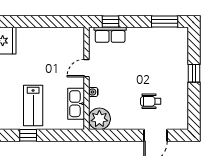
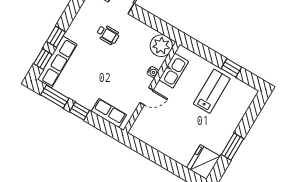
window: (111, 22) -> (80, 111), moved
window: (194, 47) -> (43, 59), added
row of seats: (180, 52) -> (57, 62), added

